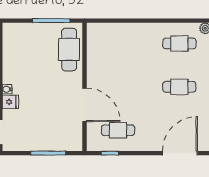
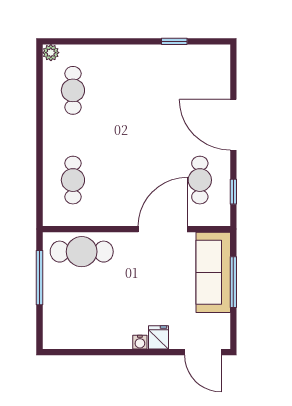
cafe table: (179, 87) -> (73, 180), moved
sofa: (55, 139) -> (213, 272), added
door: (180, 153) -> (233, 125), moved

